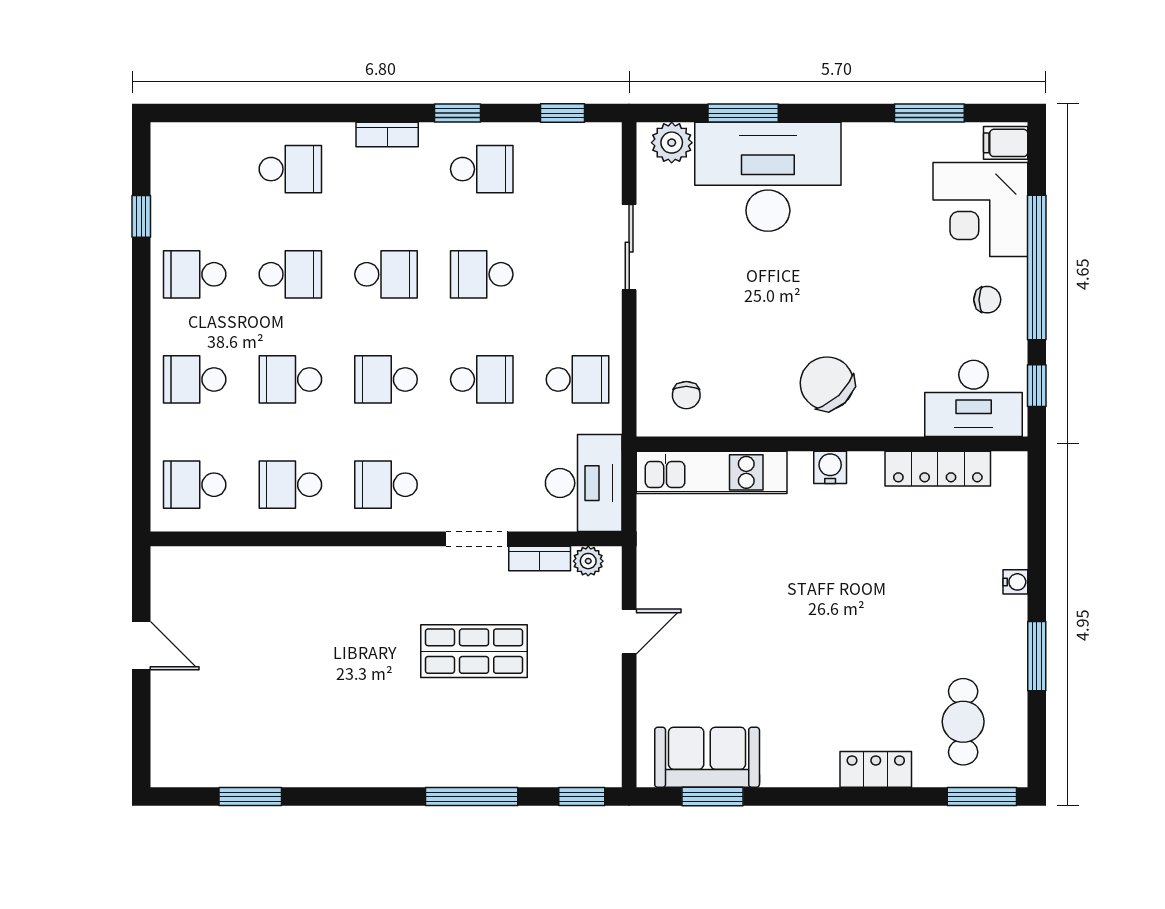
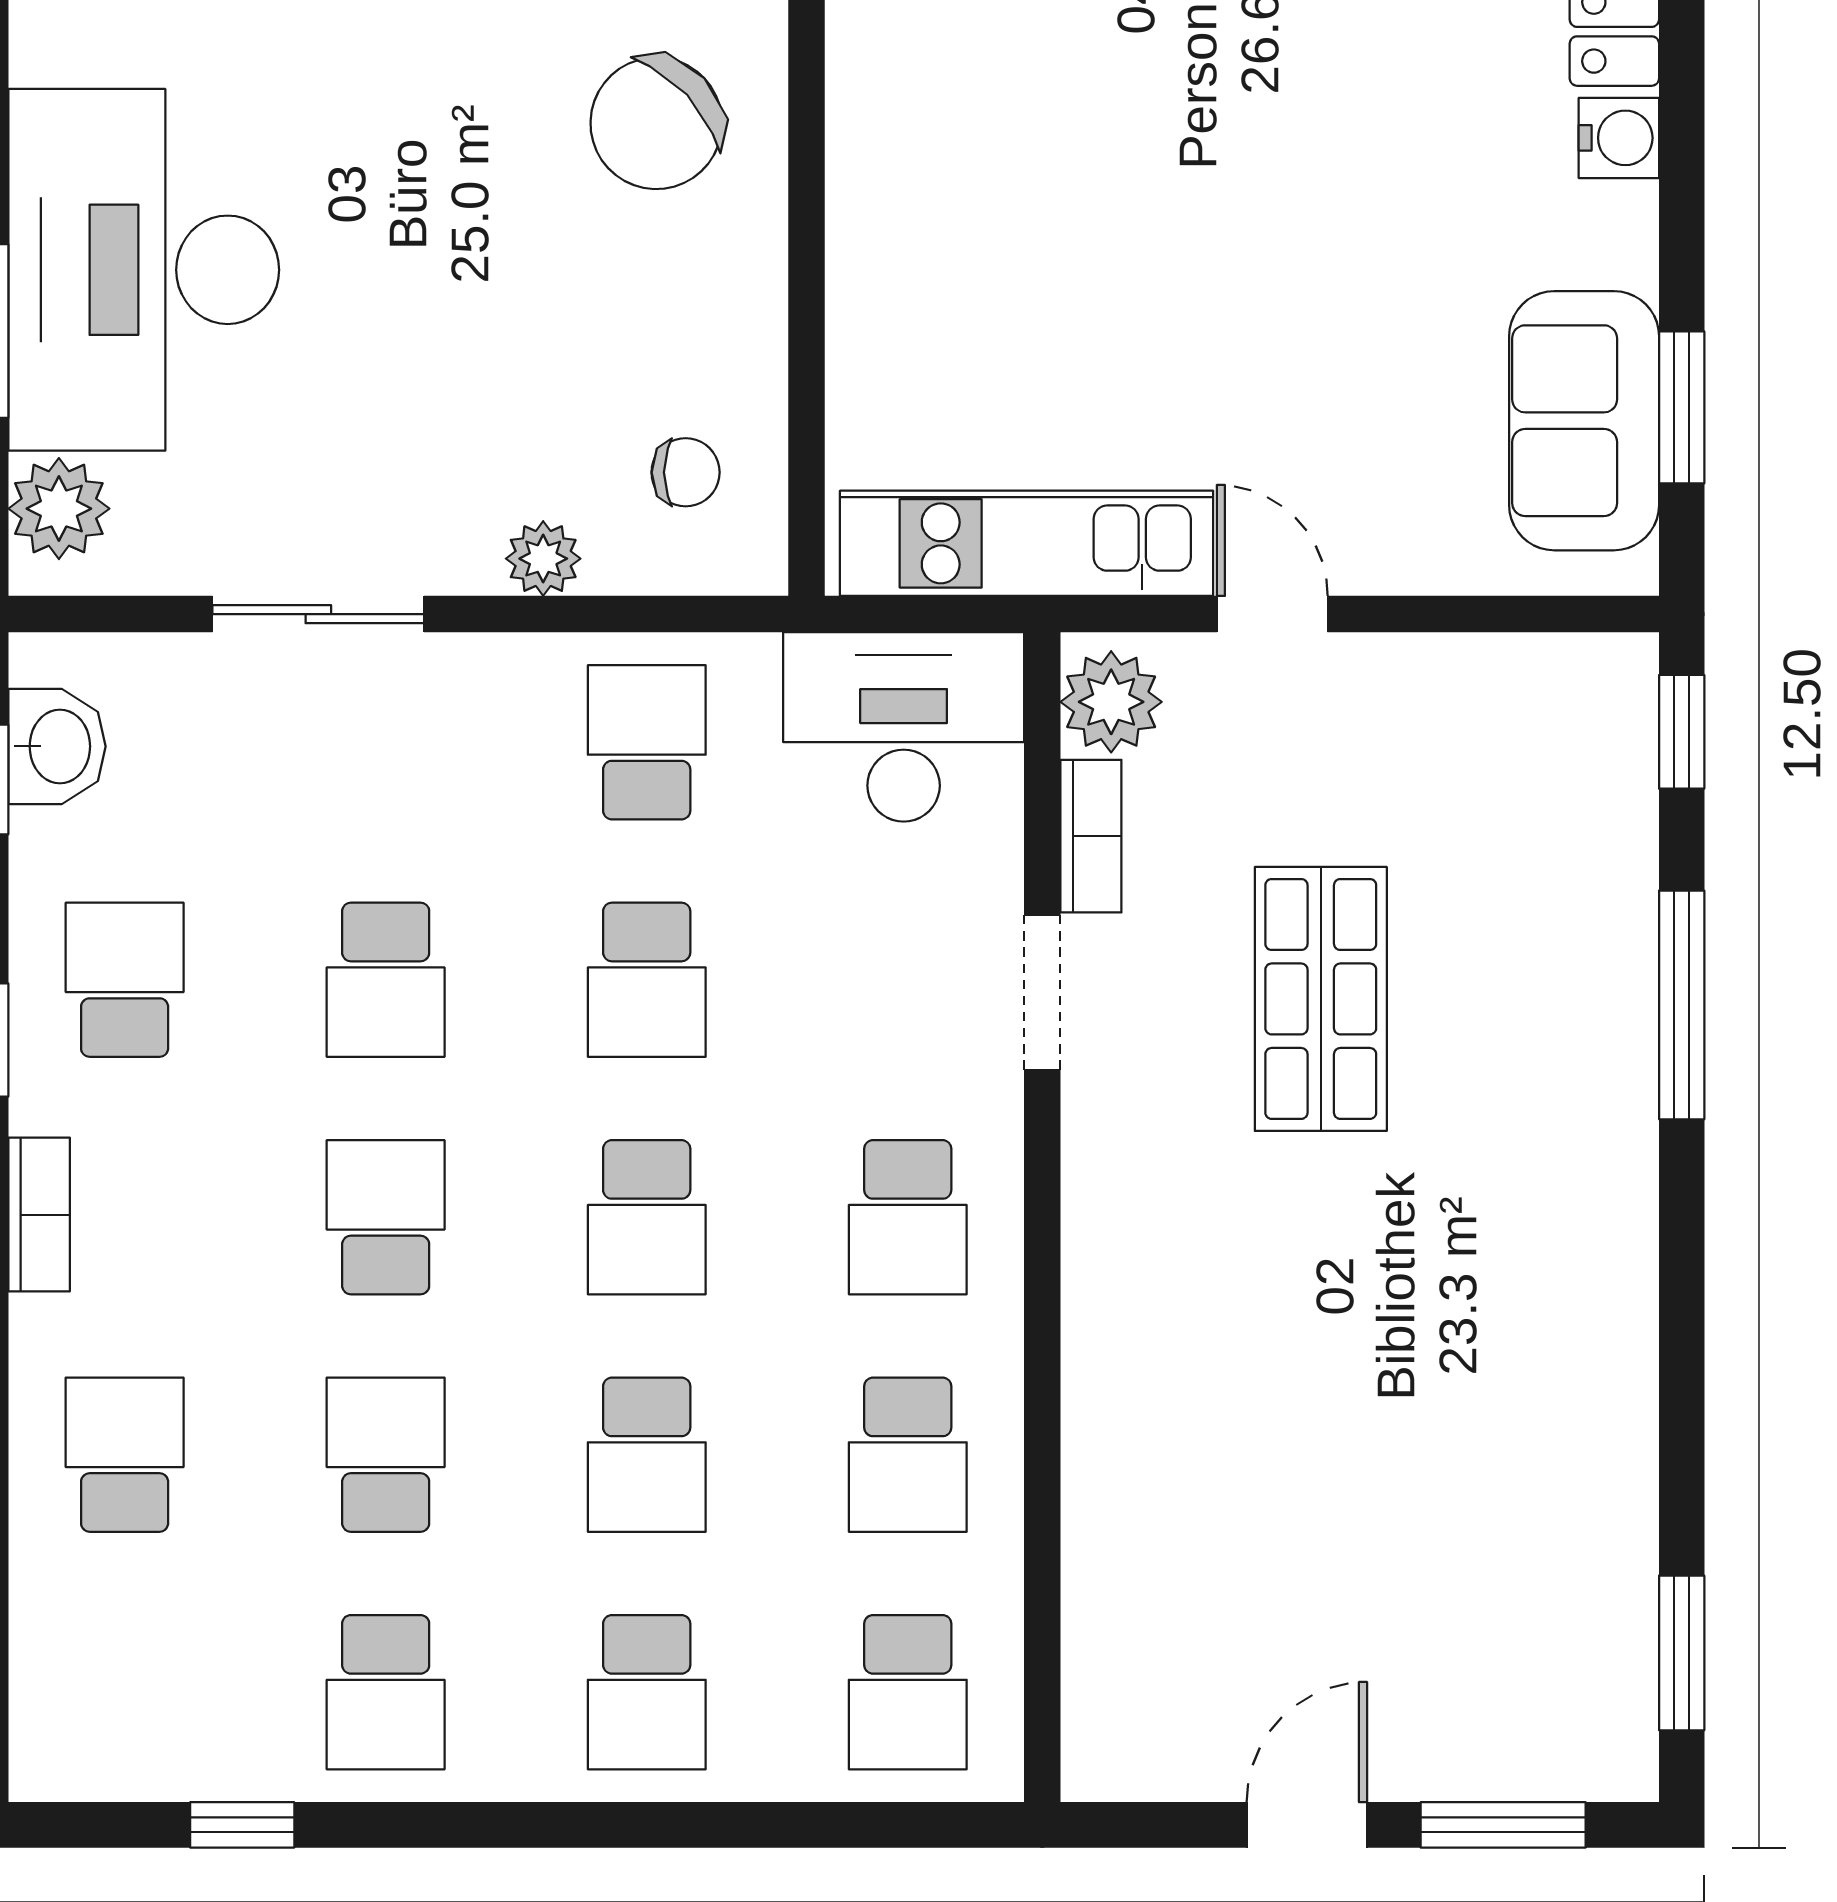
washbasin: (576, 142) -> (57, 746), added
plant: (652, 338) -> (543, 559), added
school desk: (482, 379) -> (647, 980), turned 180
water cooler: (830, 467) -> (1619, 138), moved, turned 180
kitchen unit: (712, 472) -> (1027, 543), moved, turned -90
plant: (588, 561) -> (1111, 702), width x1.38, depth x1.38
window: (141, 725) -> (1503, 1825), added
window: (250, 797) -> (1682, 1653), moved

